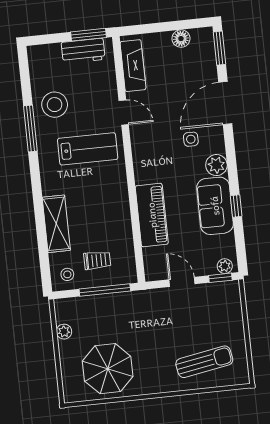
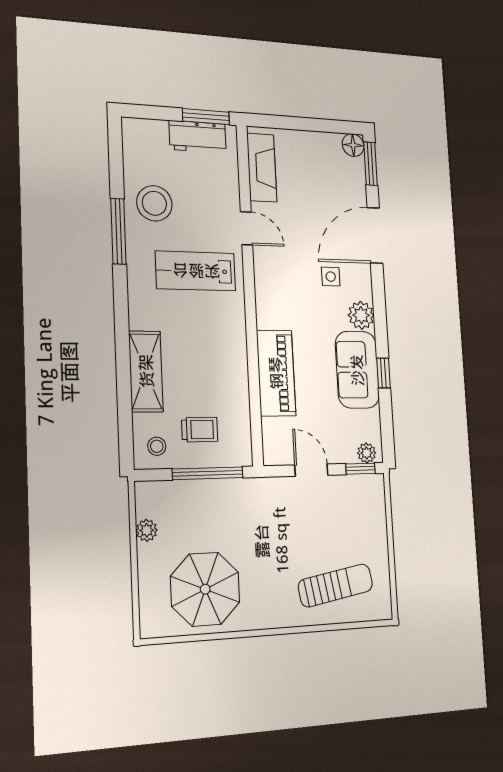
floor lamp: (181, 39) -> (353, 145), moved
lab bench: (88, 149) -> (196, 271), turned 180

